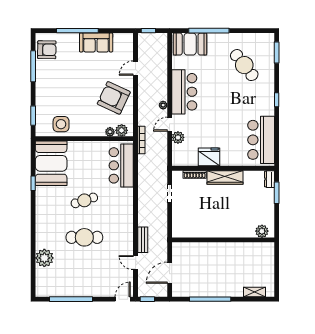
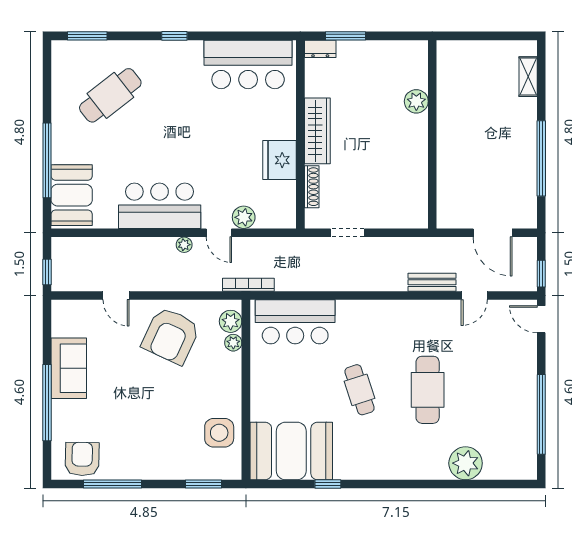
plant: (262, 231) -> (416, 101), moved

